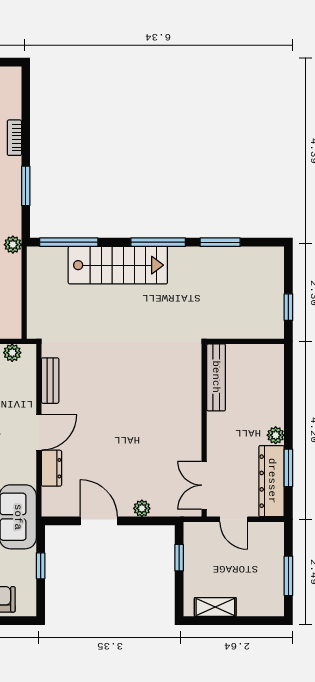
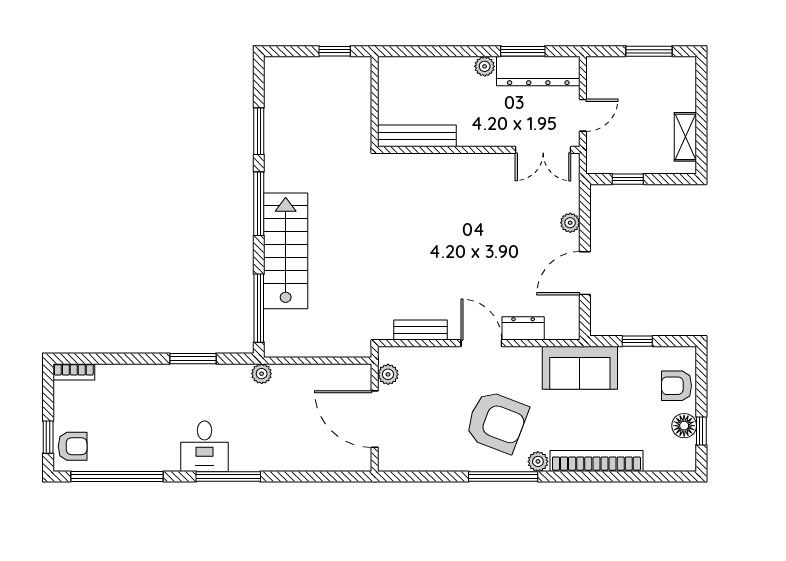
bookcase: (14, 138) -> (74, 372), moved

